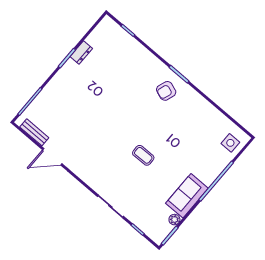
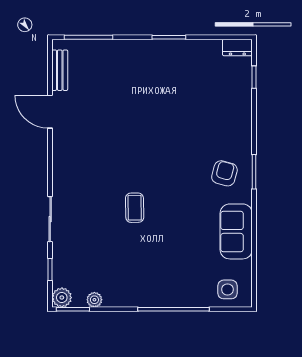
dresser: (81, 53) -> (237, 47), moved
armchair: (166, 91) -> (224, 173), turned 86
sofa: (187, 196) -> (236, 231), moved, turned -90
plant: (158, 236) -> (62, 298), added

